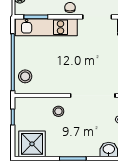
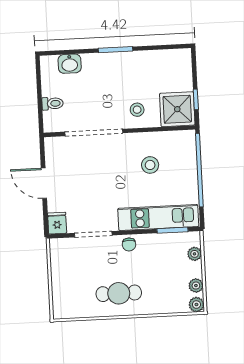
stool: (25, 76) -> (150, 165), moved
shower: (32, 144) -> (177, 109), moved

